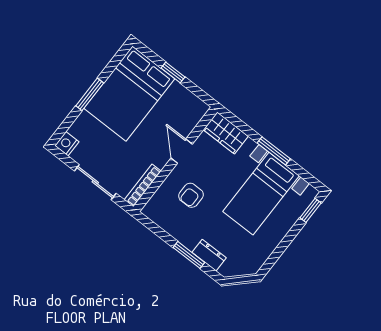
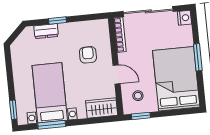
window: (173, 72) -> (141, 116), moved
stool: (181, 112) -> (138, 96), added
window: (274, 151) -> (52, 125), moved
sliding door: (95, 182) -> (148, 11), width x1.37
window: (189, 255) -> (57, 20), width x0.67

